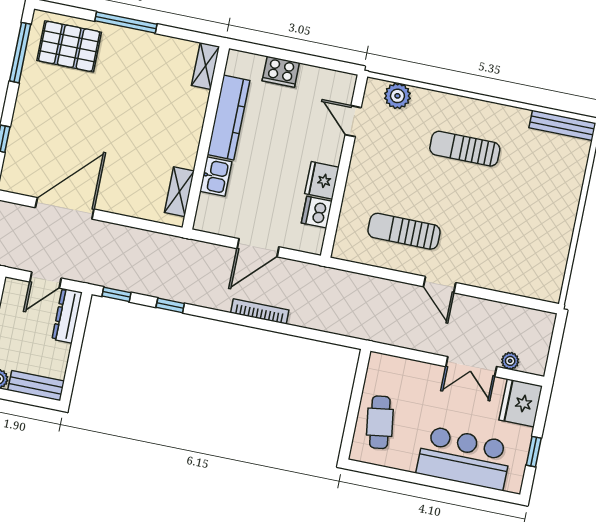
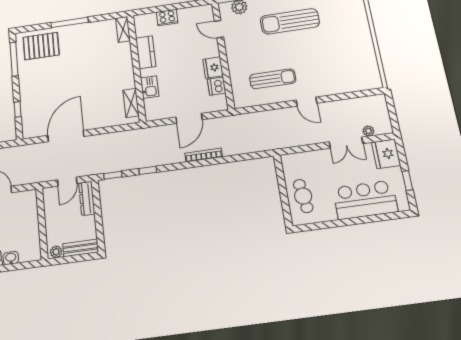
kitchen counter: (229, 118) -> (146, 52), width x0.67
sun lounger: (465, 149) -> (290, 21), width x1.36, depth x1.34
sun lounger: (404, 231) -> (273, 79), turned 180

